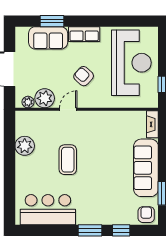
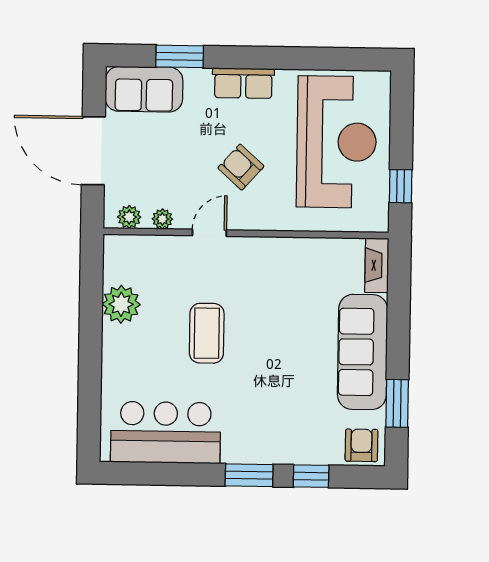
sofa: (48, 38) -> (144, 89), moved
plant: (45, 98) -> (162, 219), width x0.53, depth x0.53

